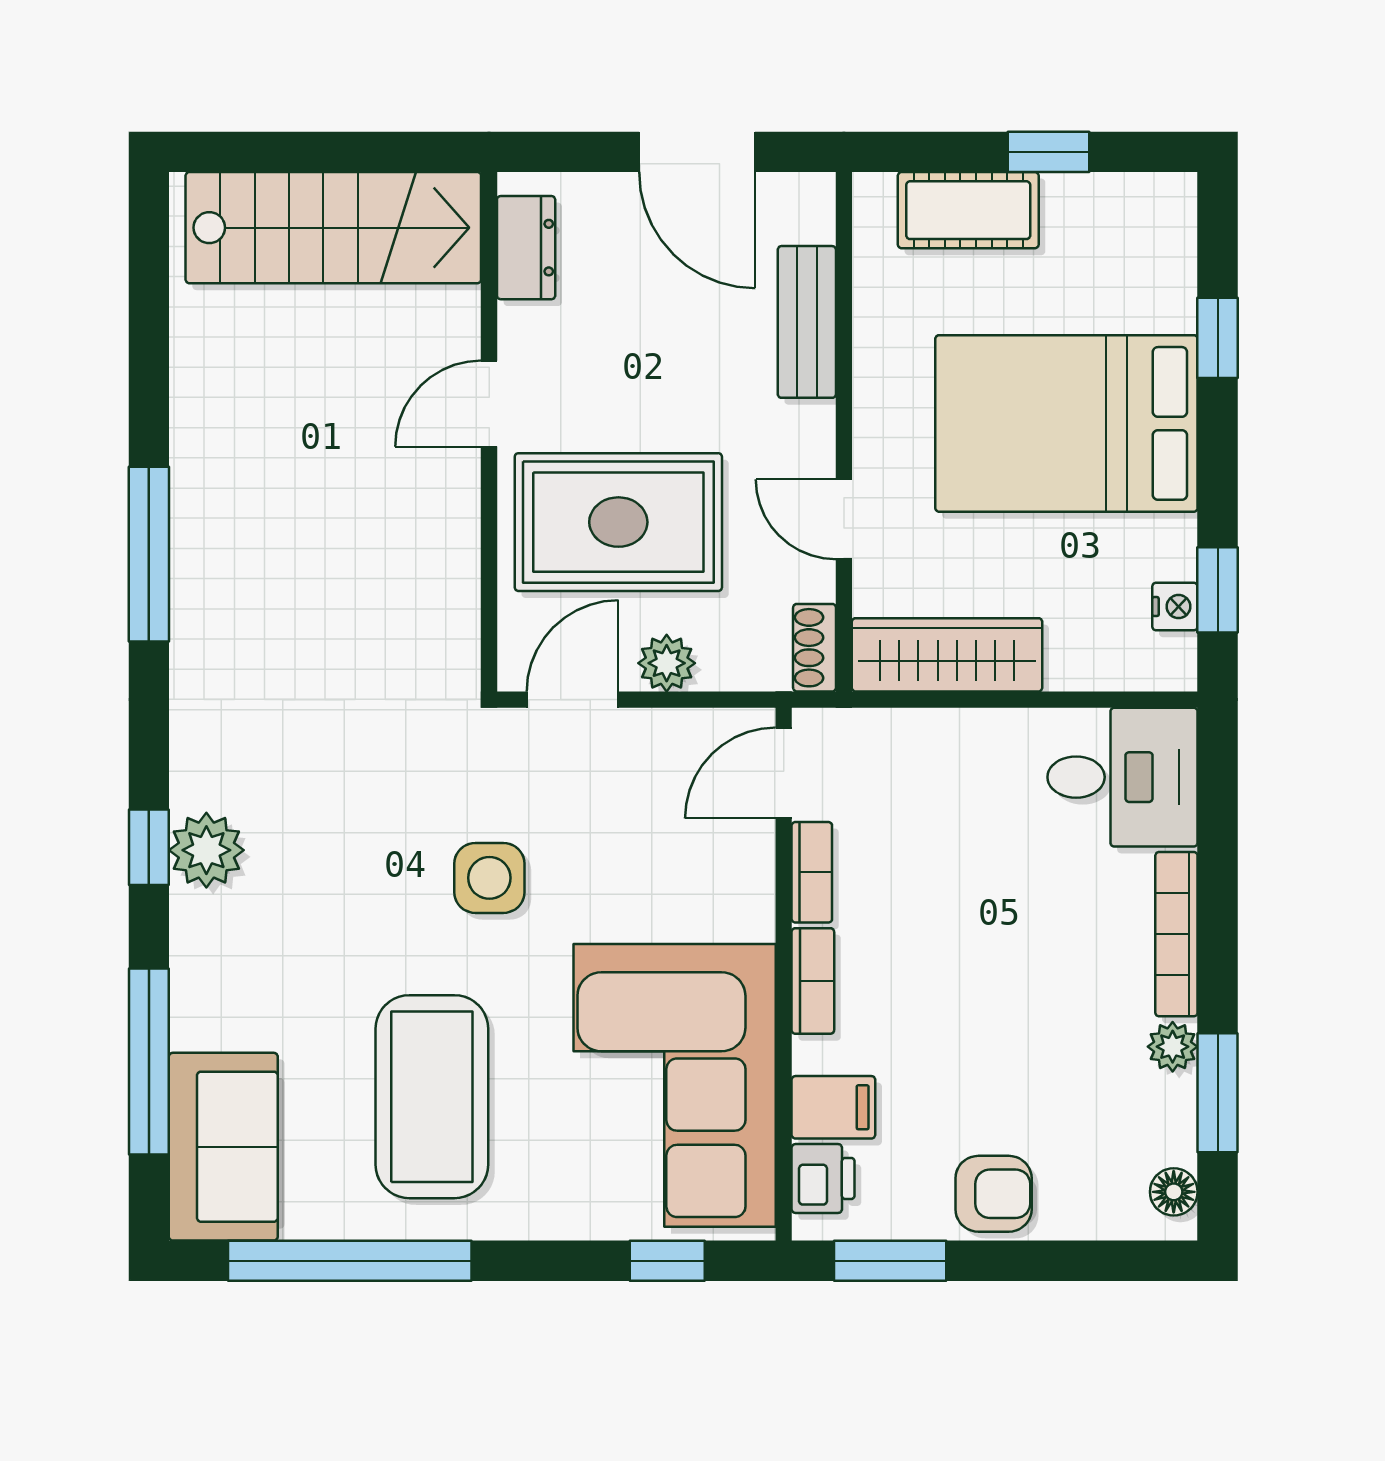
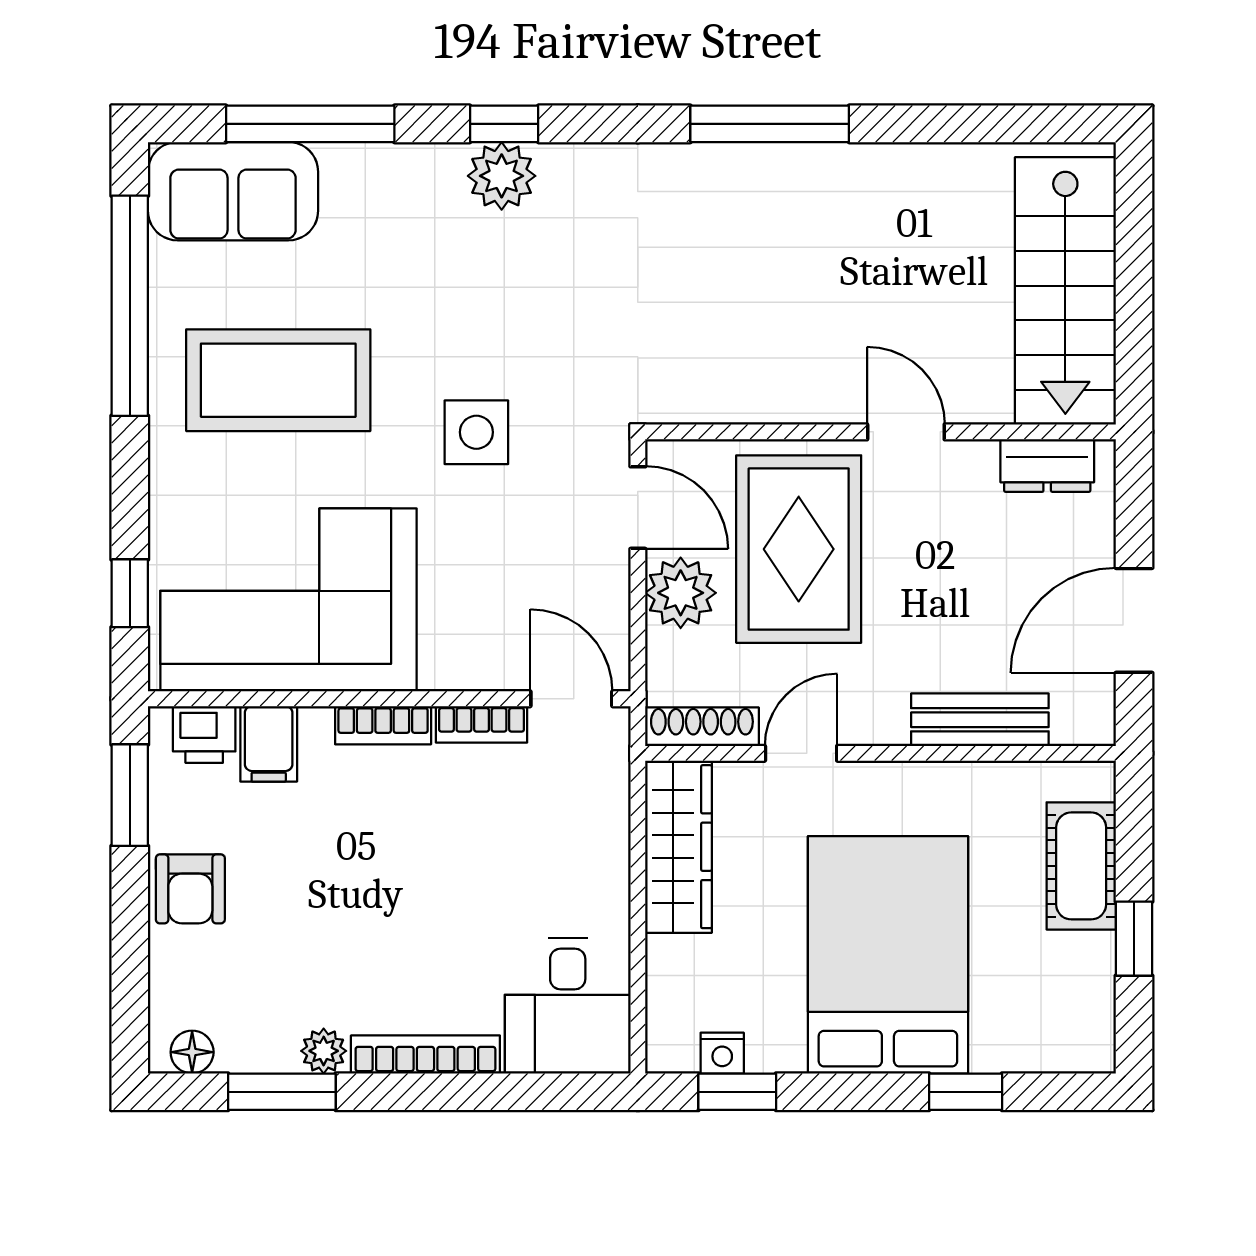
shoe rack: (815, 648) -> (702, 727), width x1.43
plant: (667, 663) -> (681, 593), width x1.38, depth x1.38

